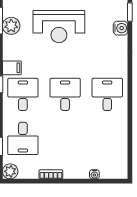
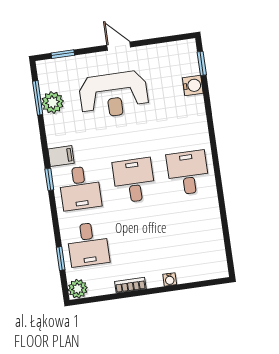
desk: (23, 94) -> (80, 188), turned 180
water cooler: (94, 174) -> (170, 279), moved

